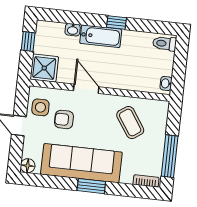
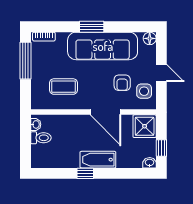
washbasin: (73, 30) -> (150, 163), moved
toilet: (165, 44) -> (41, 138), moved
door: (86, 89) -> (106, 112), width x1.36
armchair: (64, 119) -> (122, 83), turned 90
coffee table: (130, 123) -> (64, 87), turned -56

